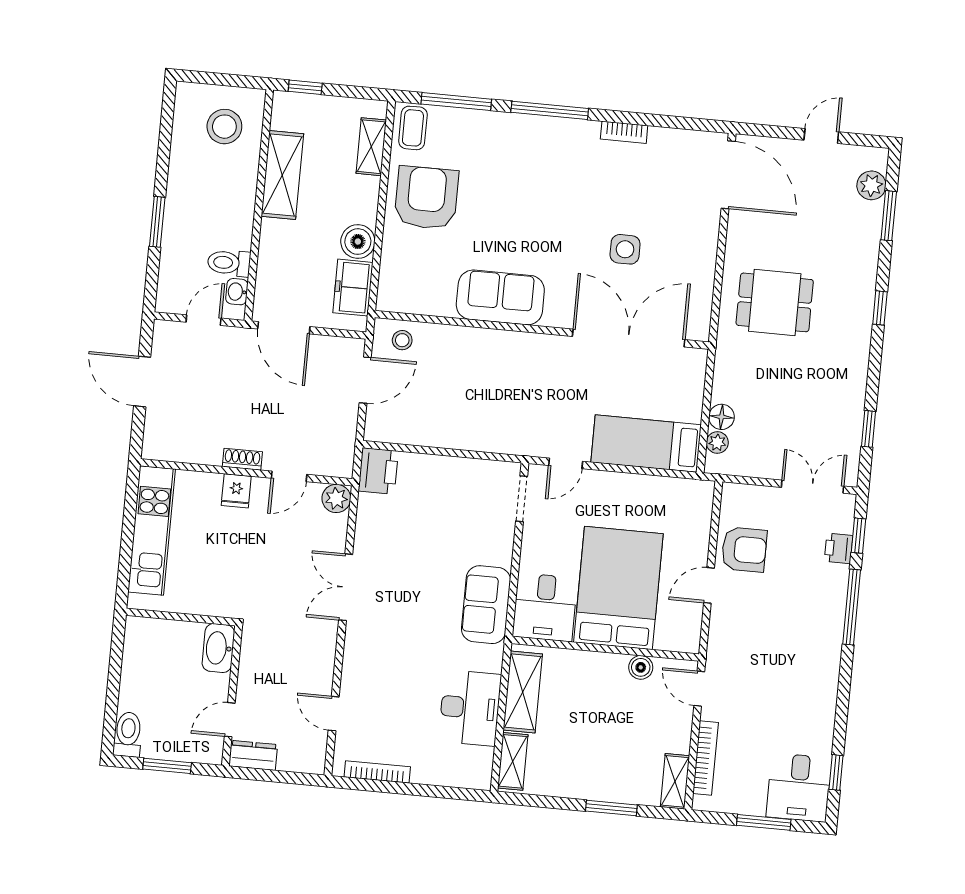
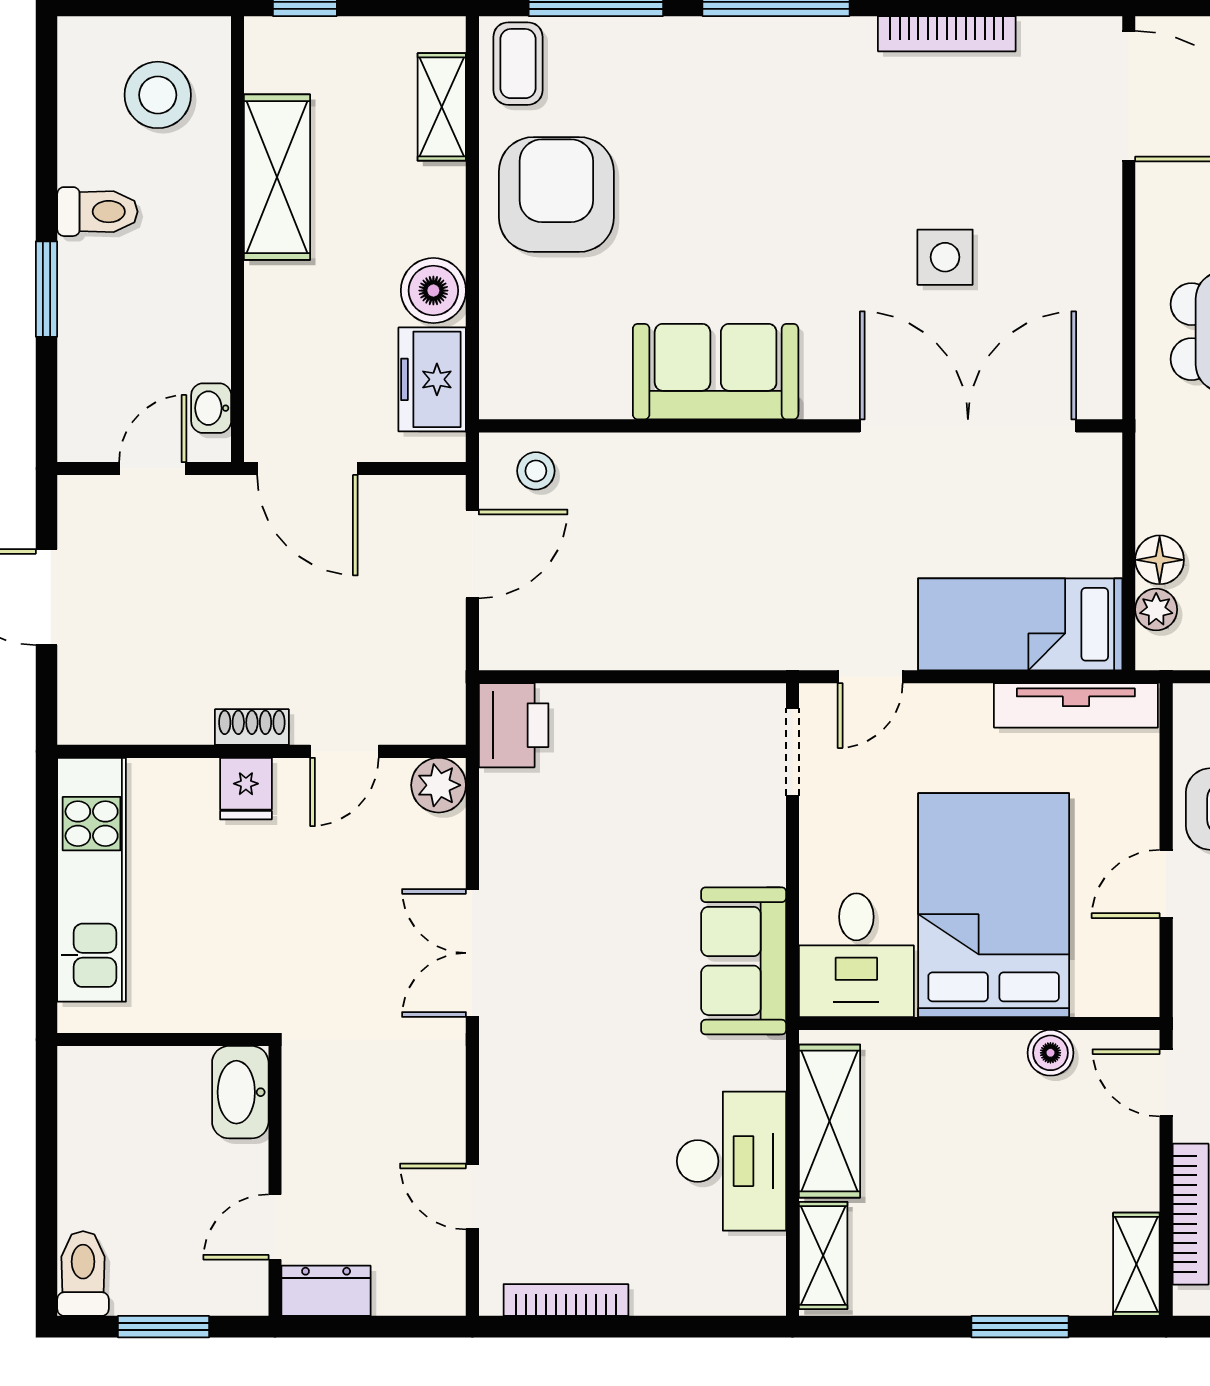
bookcase: (624, 132) -> (947, 34), width x1.56
toilet: (229, 263) -> (97, 212), moved, turned 180
tv unit: (671, 488) -> (1076, 705), added

